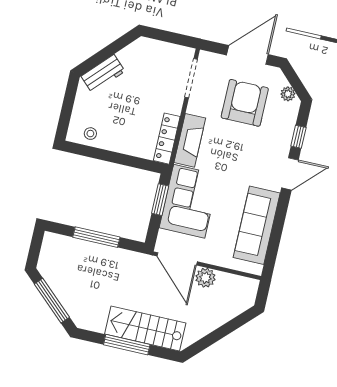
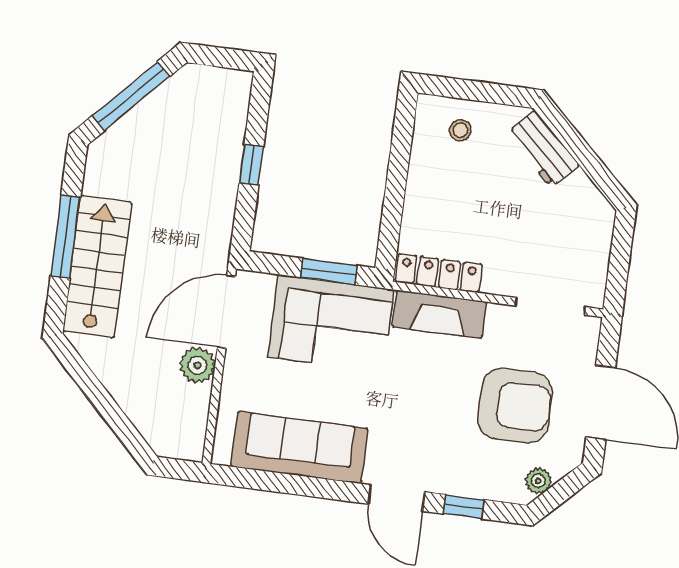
stool: (90, 134) -> (460, 130), moved
window: (96, 237) -> (251, 165), width x0.46

